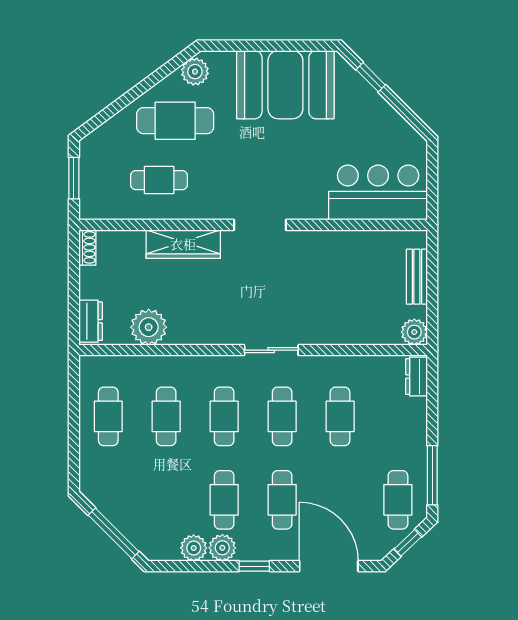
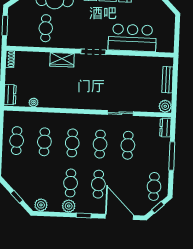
cafe table: (159, 180) -> (46, 28), turned 90
bar counter: (378, 193) -> (132, 38), moved
wardrobe: (183, 244) -> (62, 60), width x0.67
plant: (149, 327) -> (34, 102), width x0.53, depth x0.53
sliding door: (271, 350) -> (120, 113), moved
window: (432, 475) -> (172, 156), moved
window: (114, 533) -> (17, 197), width x0.46
plant: (194, 548) -> (41, 205), moved

